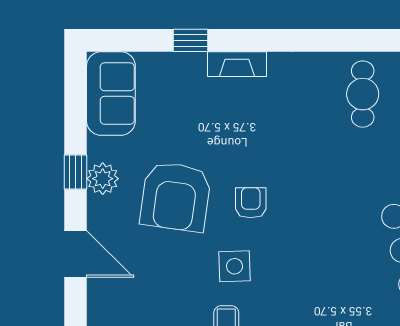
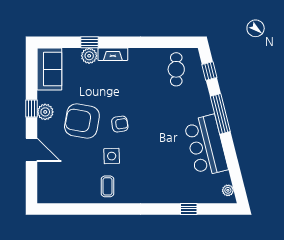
plant: (190, 67) -> (89, 56), added
armchair: (176, 197) -> (82, 121), turned 92
armchair: (251, 203) -> (120, 124), turned 81

